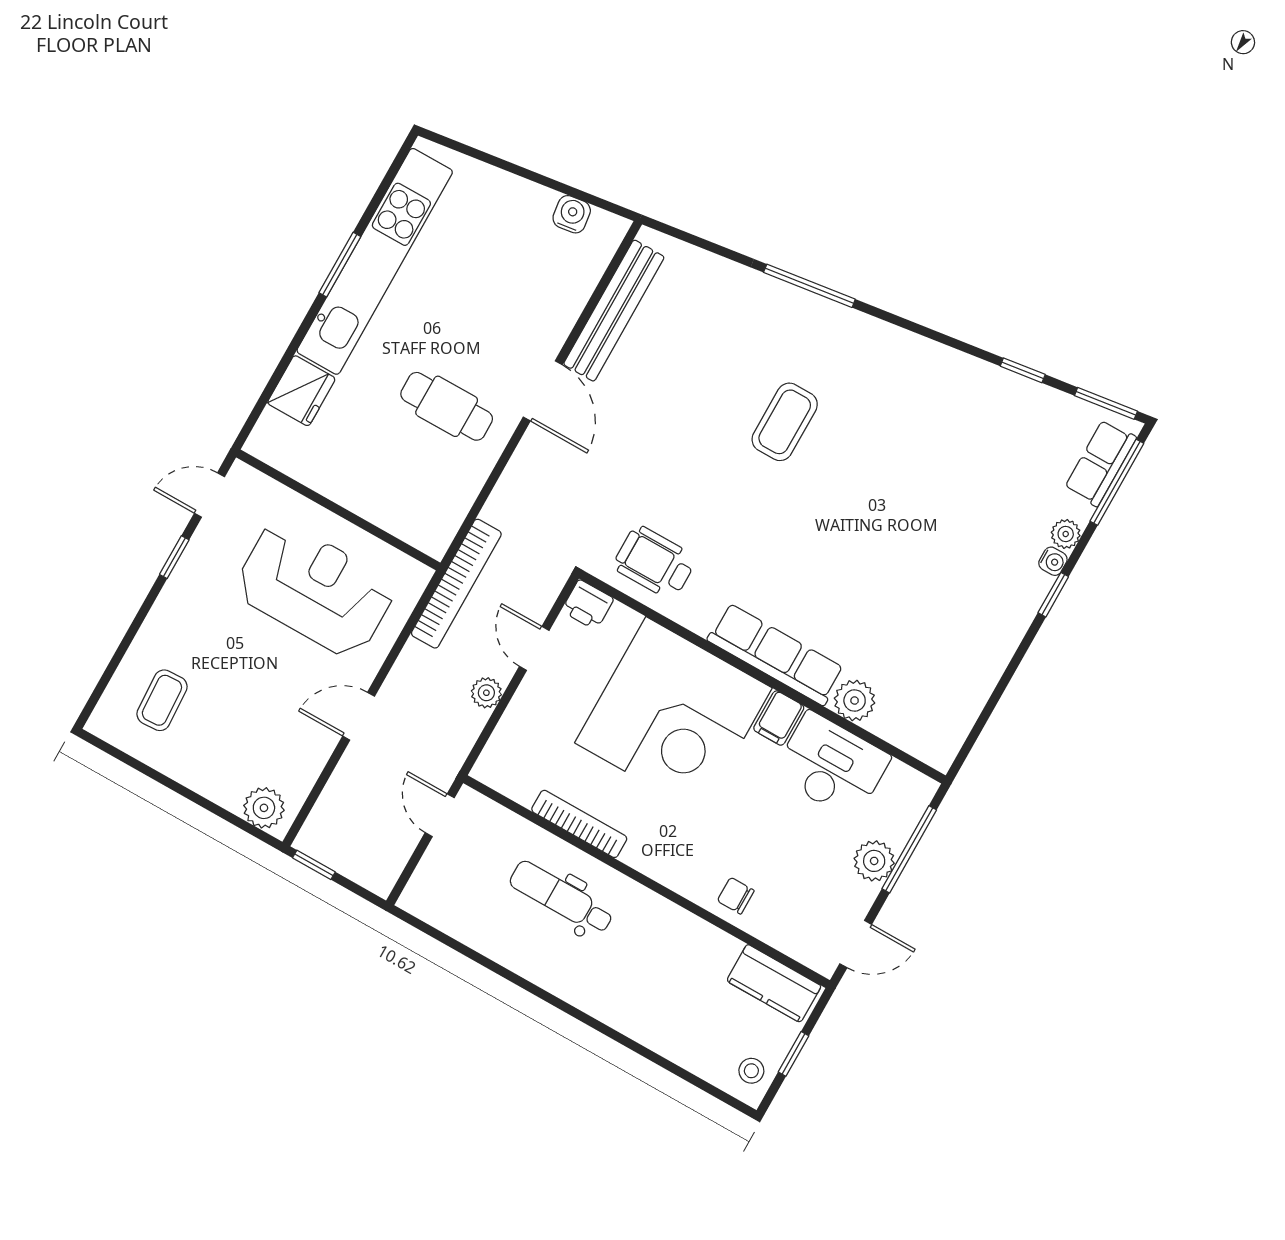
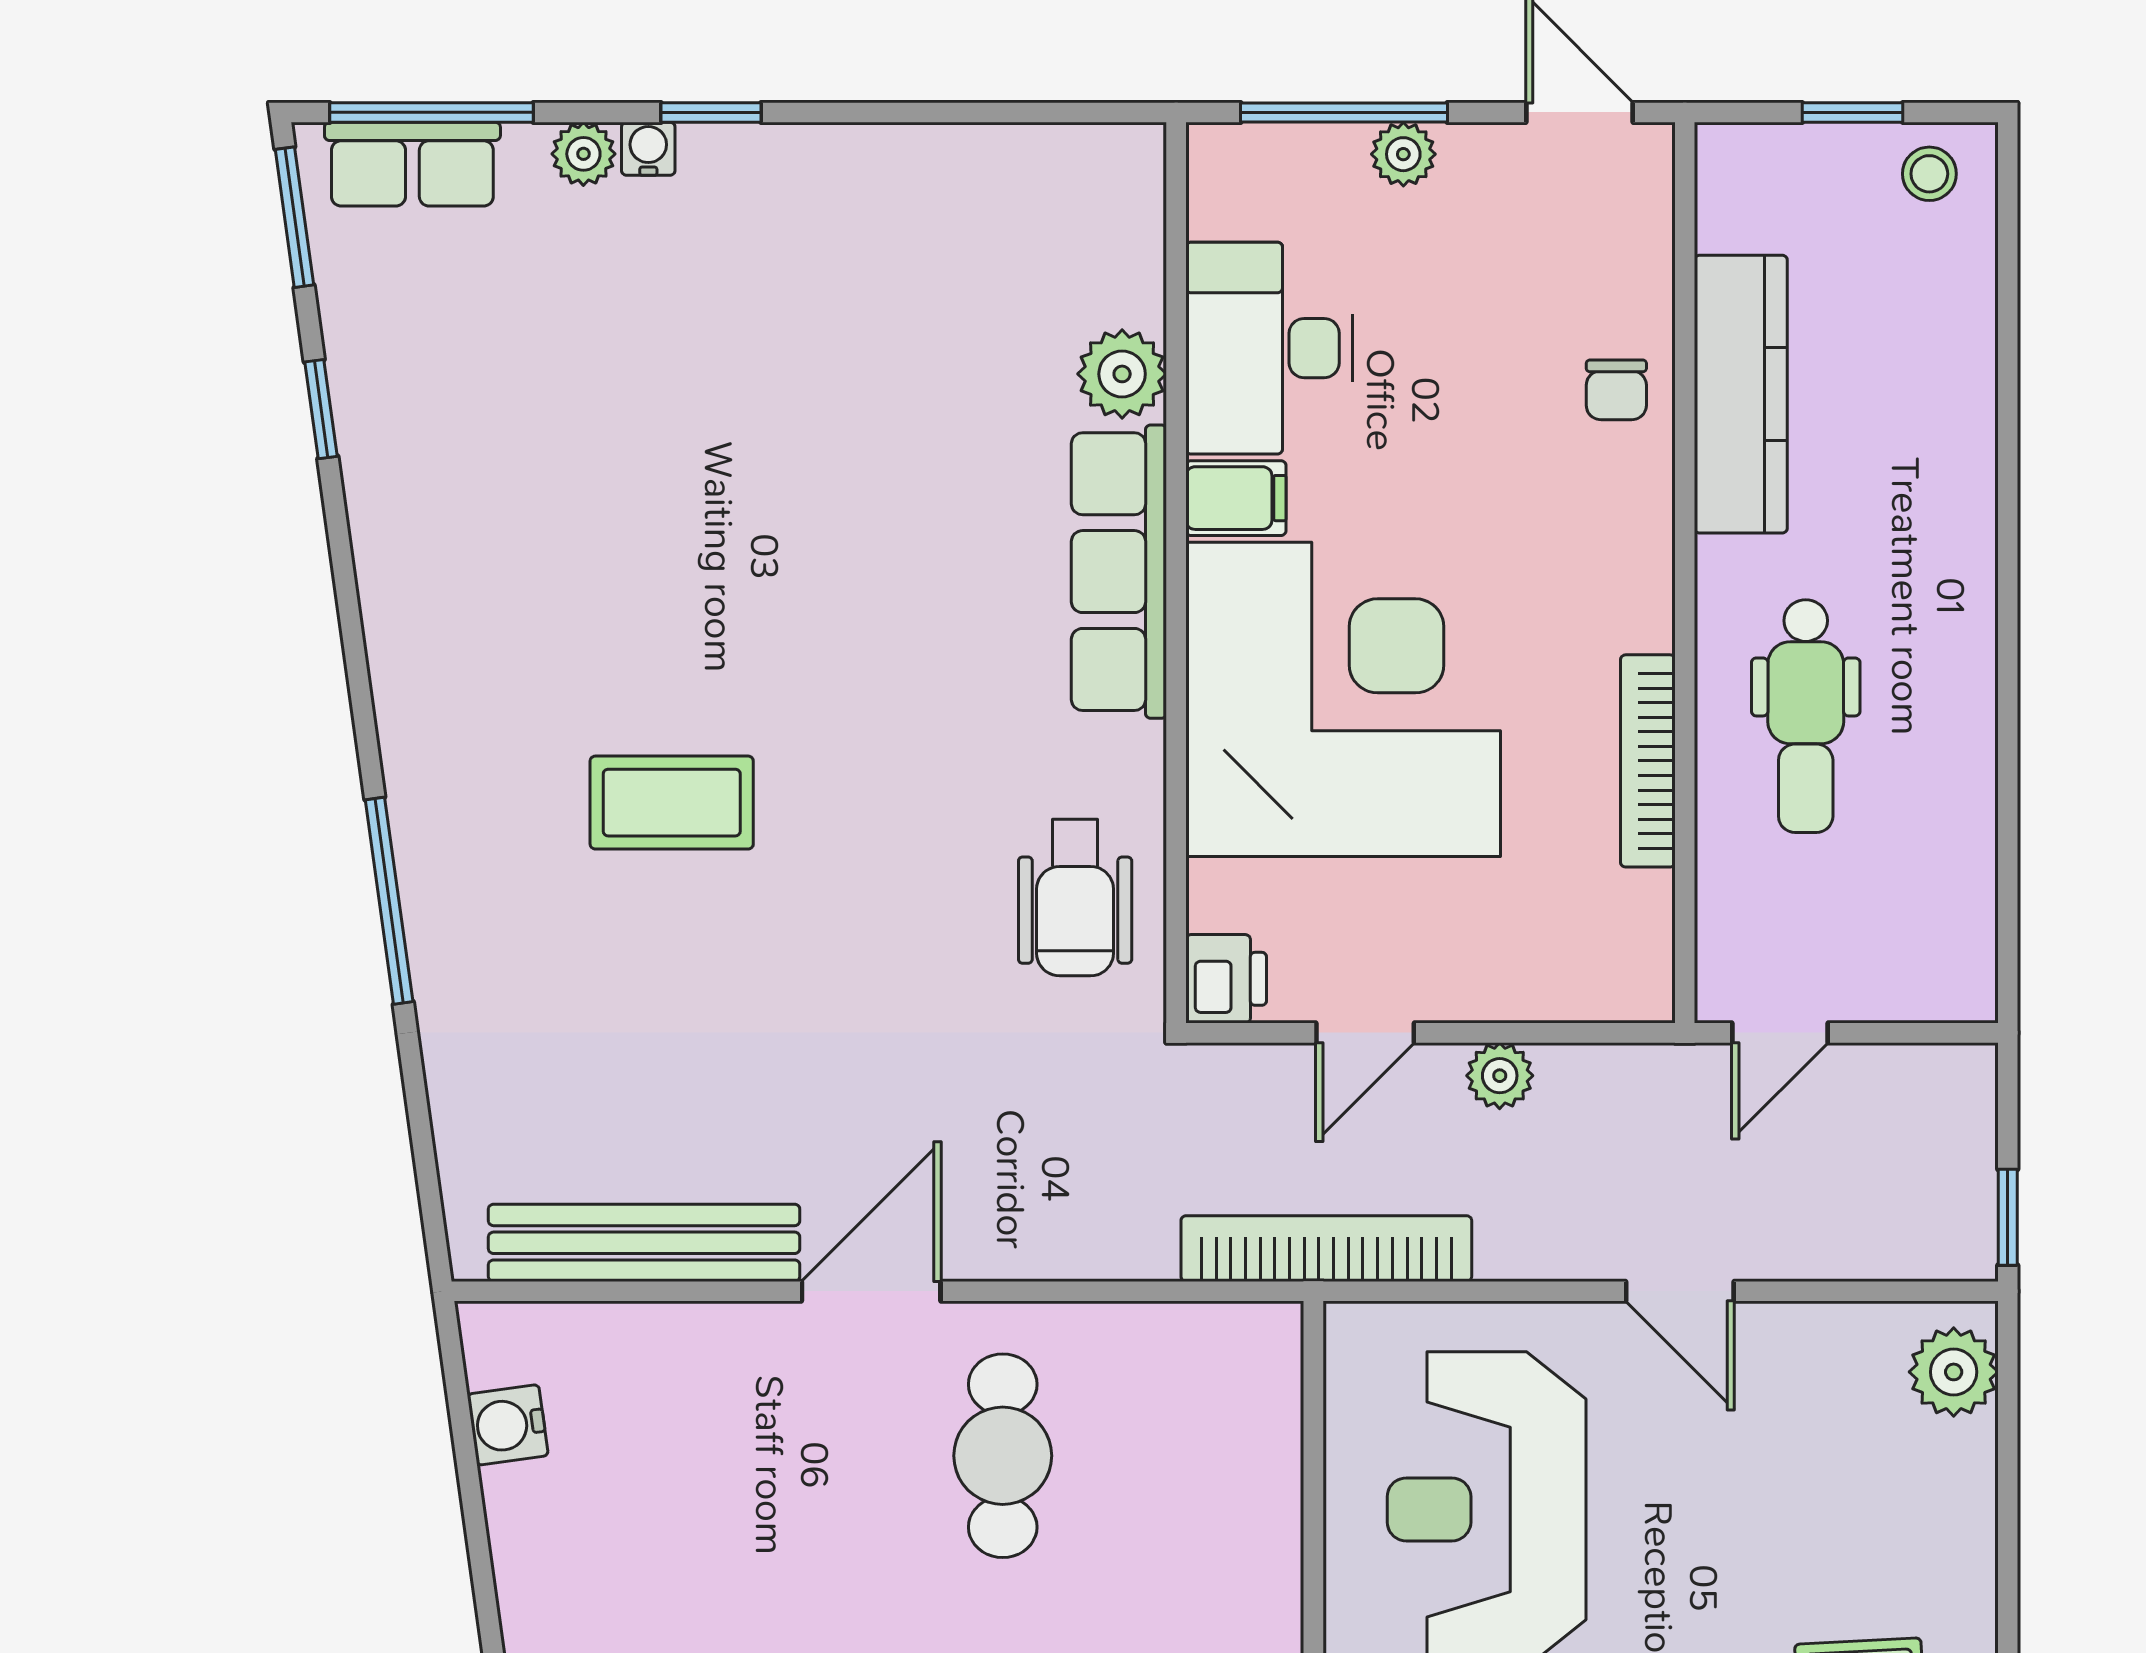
plant: (874, 861) -> (1403, 154), width x0.73, depth x0.73
kitchen counter: (774, 983) -> (1741, 394), moved, width x1.50

